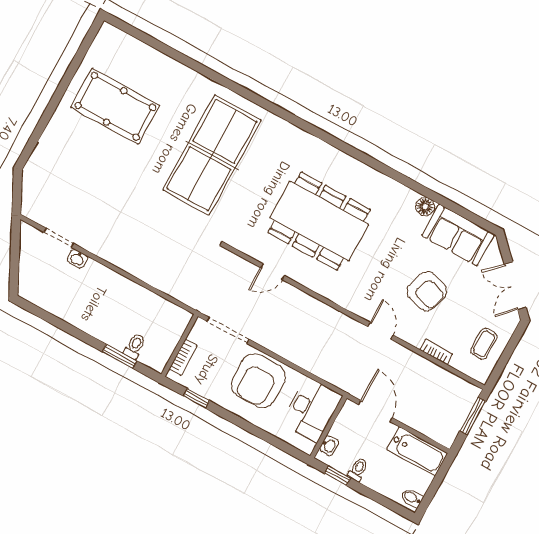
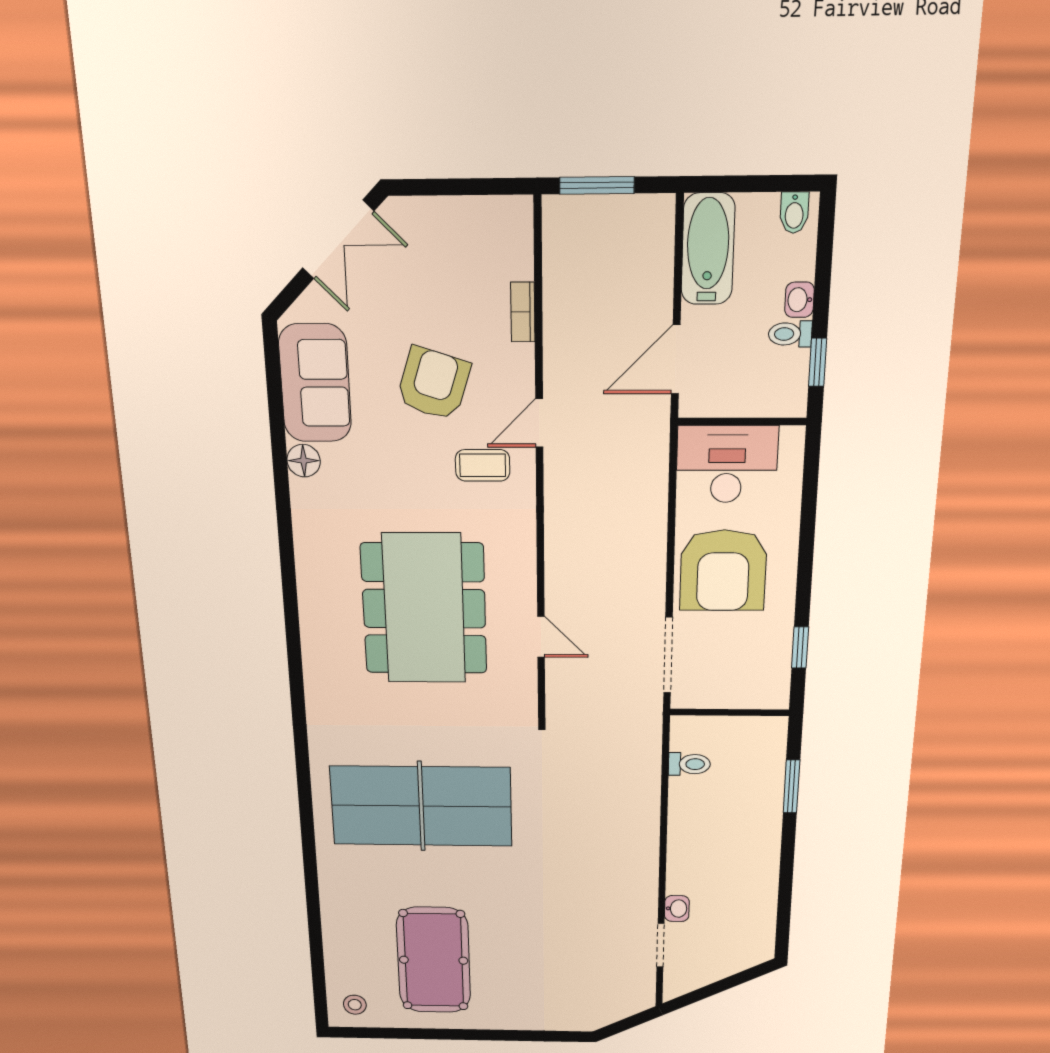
stool: (110, 44) -> (355, 1005), added
coffee table: (484, 344) -> (483, 465), moved
toilet: (135, 346) -> (689, 764), moved, turned 180
bookcase: (183, 357) -> (745, 698), removed
armchair: (258, 381) -> (723, 570), turned 90
washbasin: (329, 445) -> (799, 300), moved, turned -90

